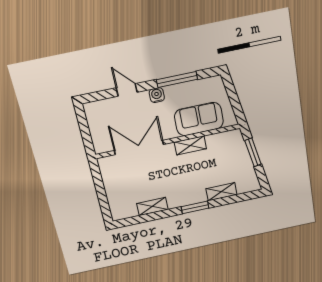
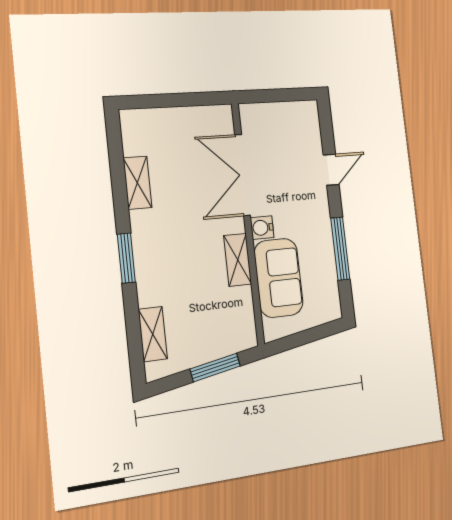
water cooler: (157, 95) -> (262, 228), moved, turned 180
double door: (139, 147) -> (243, 175), swing flipped
shelving: (221, 192) -> (153, 334), moved

